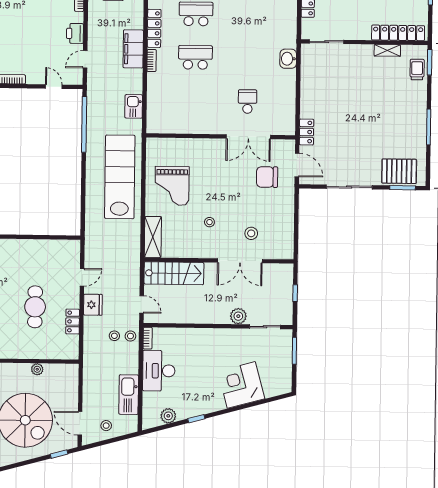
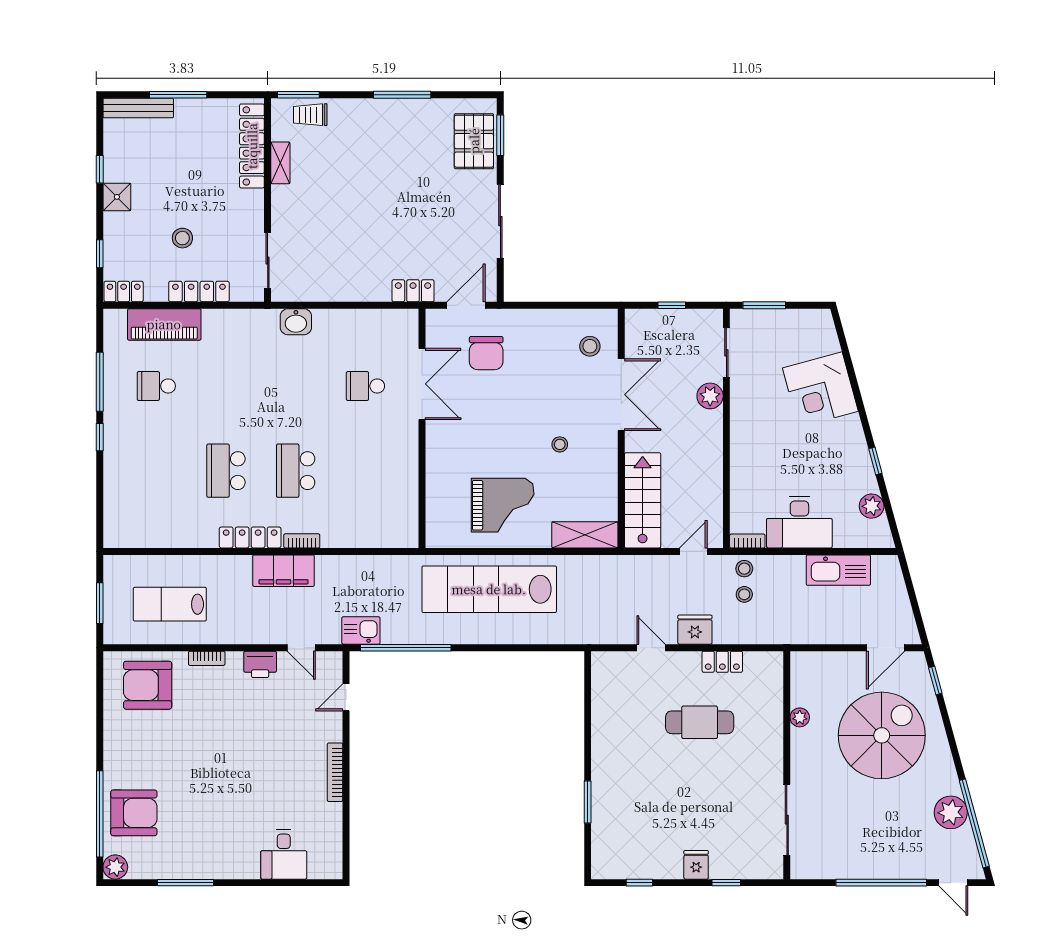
kitchen sink: (134, 106) -> (361, 630), moved, turned 180
stool: (251, 233) -> (590, 346), moved
stool: (106, 426) -> (889, 606), removed

